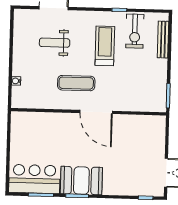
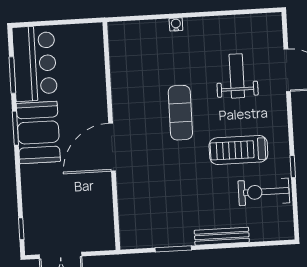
bench: (163, 40) -> (222, 236), moved
treadmill: (105, 46) -> (238, 150), turned 180
wall: (89, 112) -> (111, 136), moved
door: (96, 112) -> (112, 147), moved

